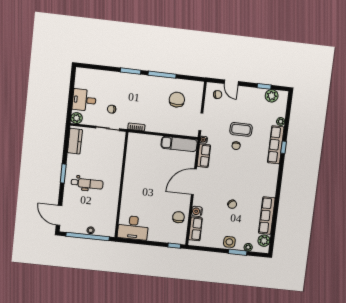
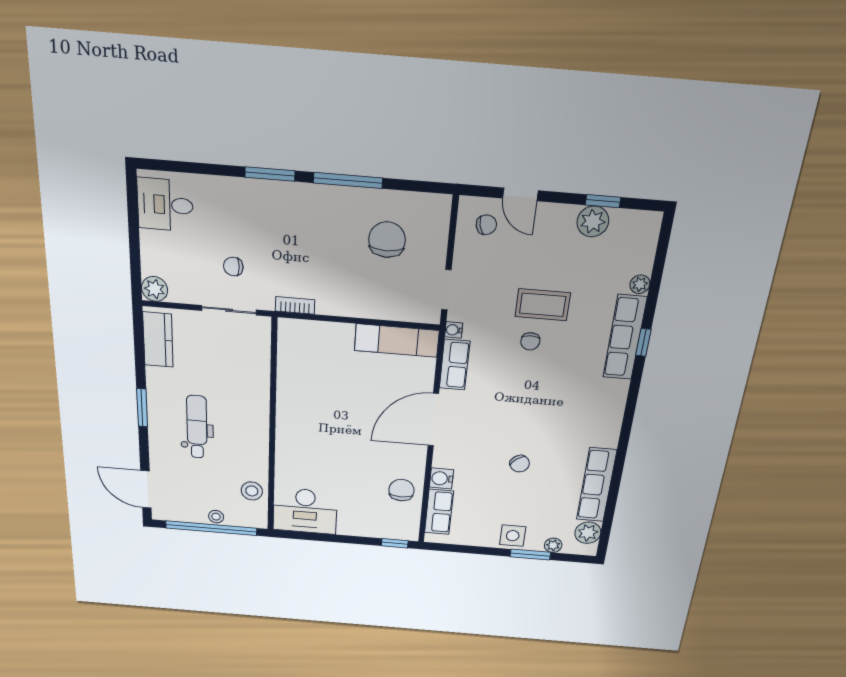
plant: (272, 96) -> (593, 221), moved
desk: (84, 100) -> (165, 205), moved
dental chair: (87, 184) -> (197, 427), turned -90
stool: (109, 217) -> (252, 491), added

